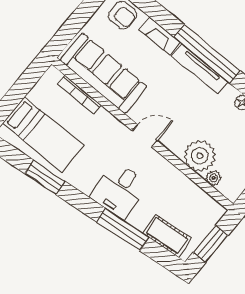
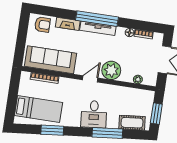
plant: (200, 156) -> (111, 70), moved

